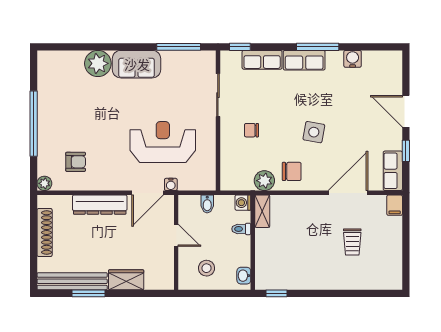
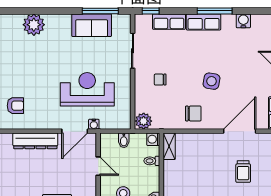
sofa: (137, 64) -> (92, 25), moved
plant: (264, 181) -> (144, 121), moved

